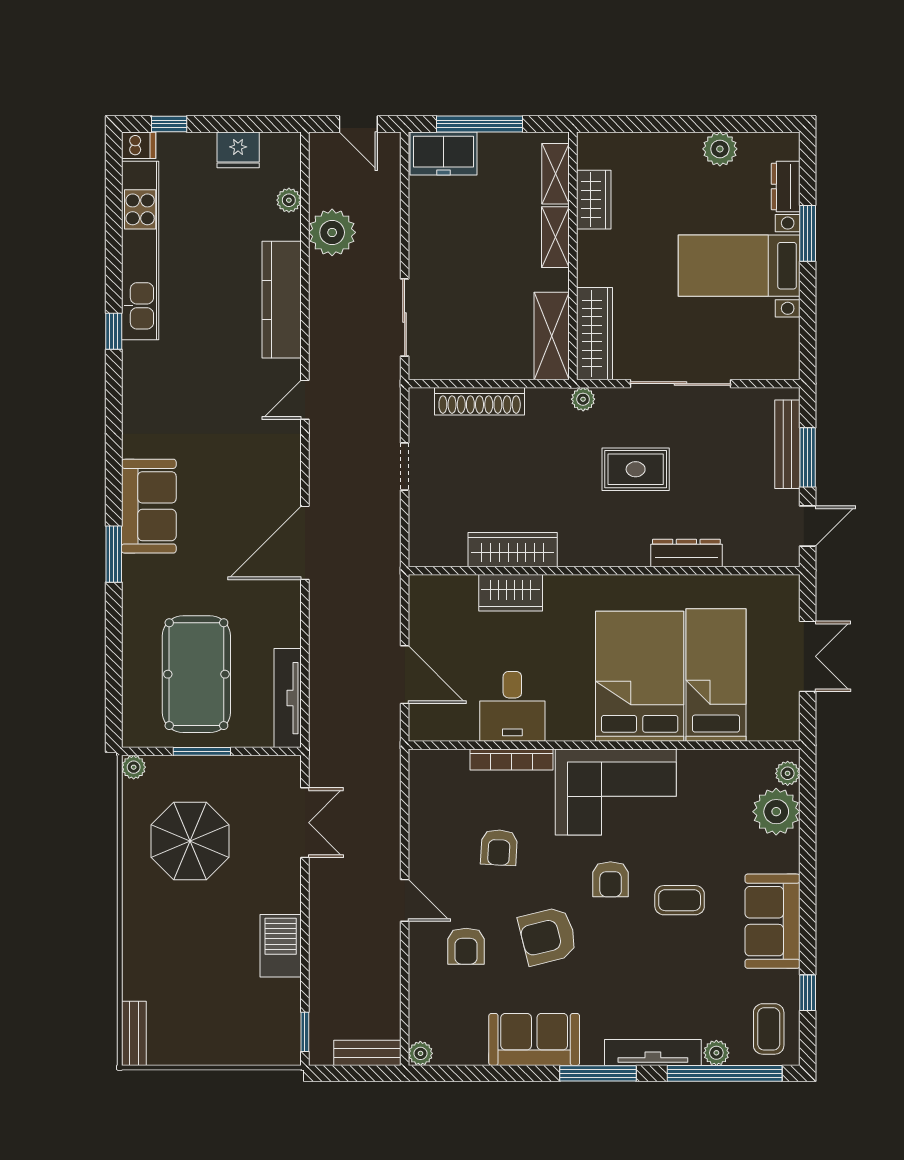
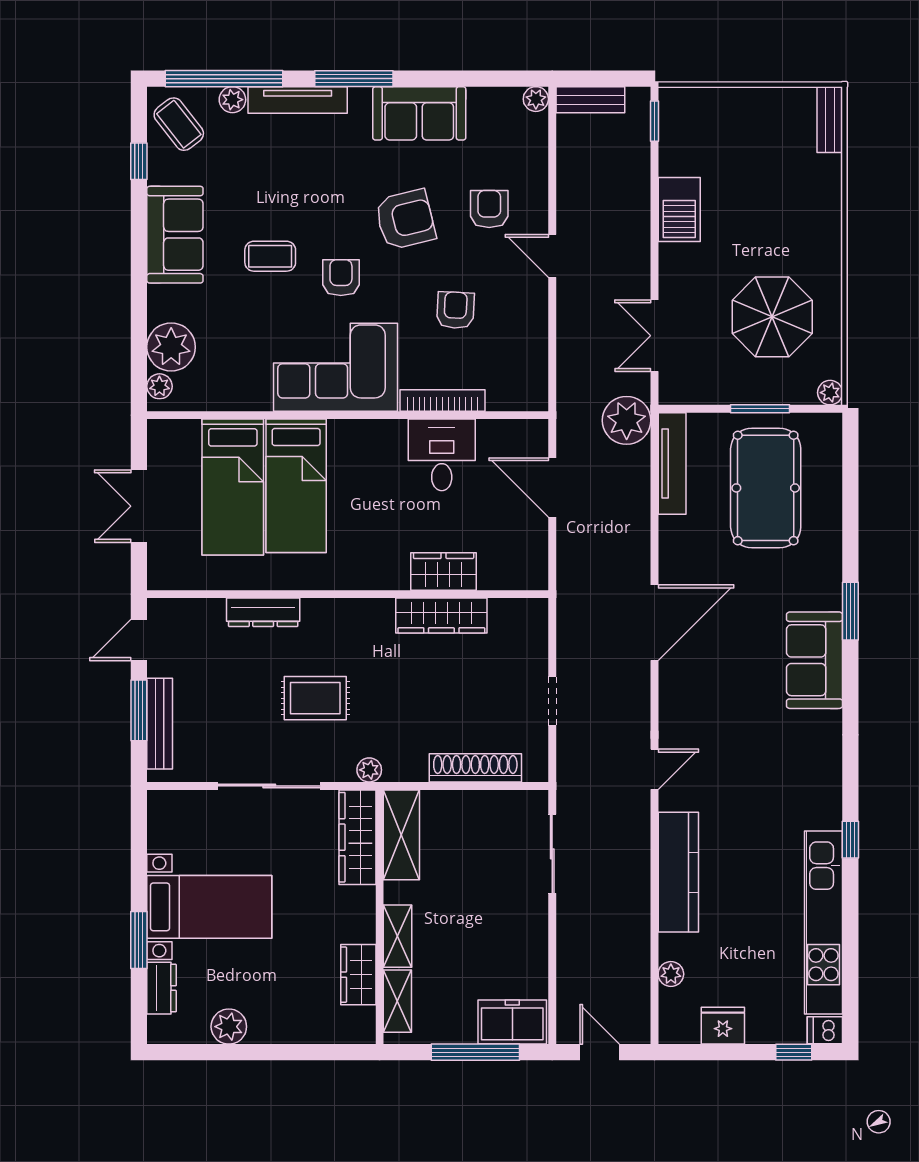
plant: (332, 232) -> (627, 420), moved
bed: (640, 676) -> (296, 486), width x0.67
coffee table: (769, 1029) -> (179, 124), turned -38

